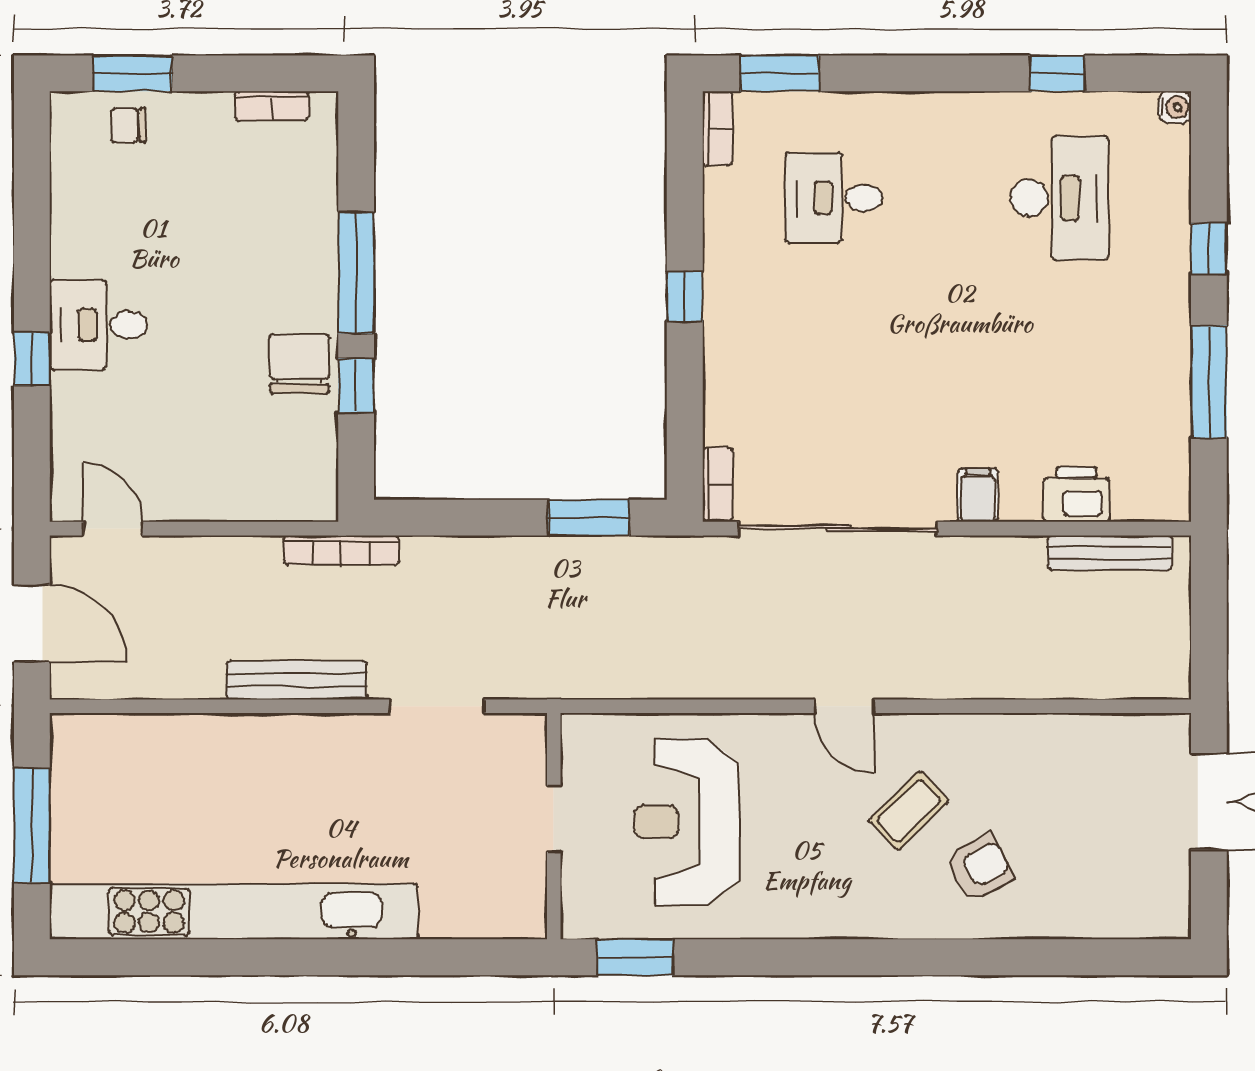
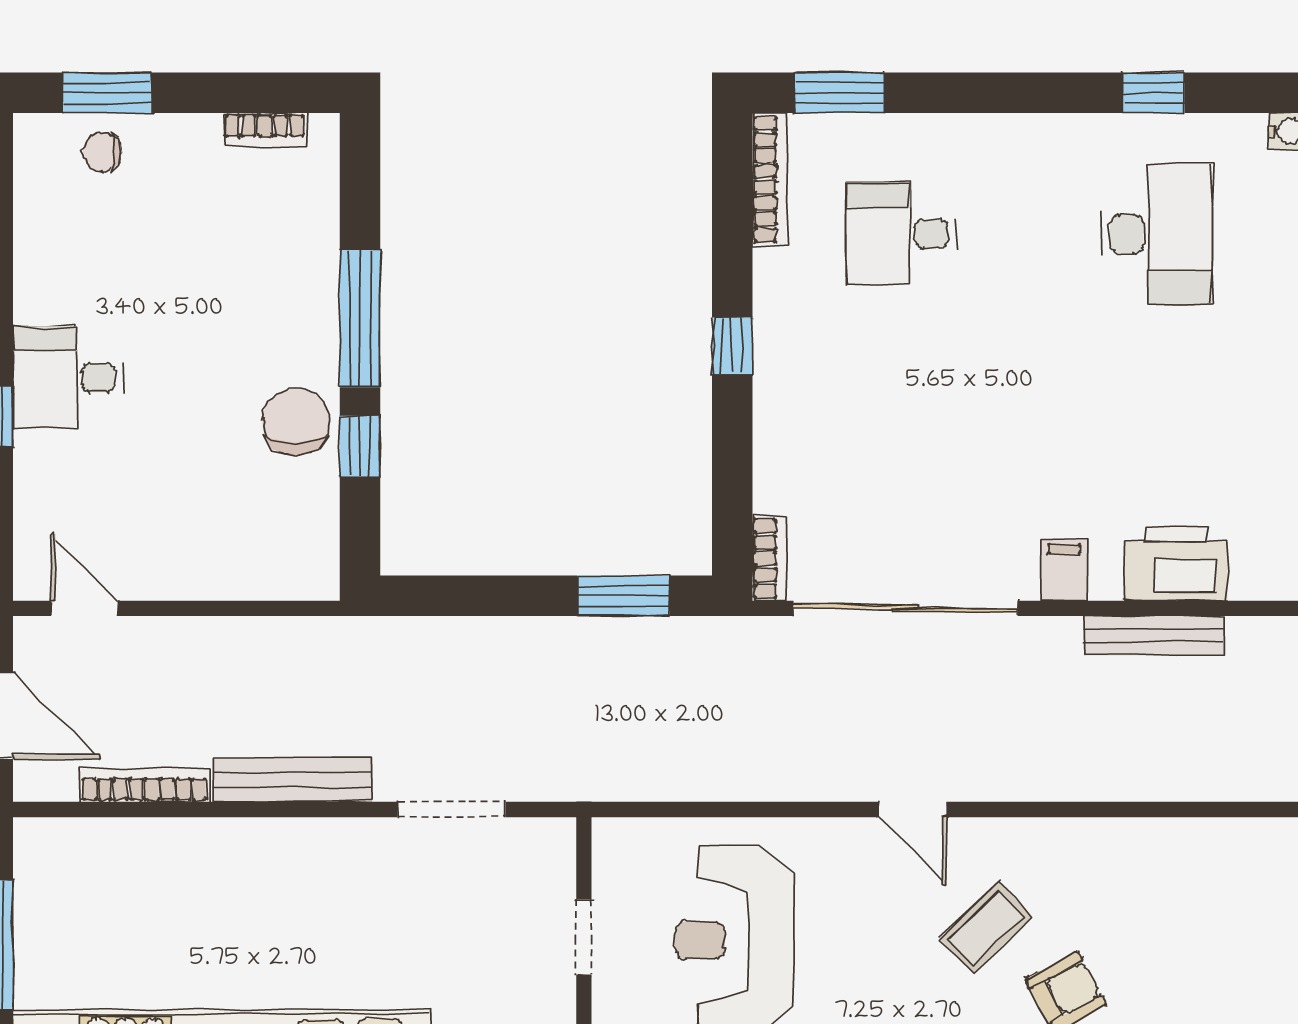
bookcase: (717, 129) -> (769, 179), width x1.56
printer: (1076, 495) -> (1176, 564), width x1.37, depth x1.19
bookcase: (341, 550) -> (144, 785), moved, turned 180
bench: (1110, 553) -> (1155, 636), moved

